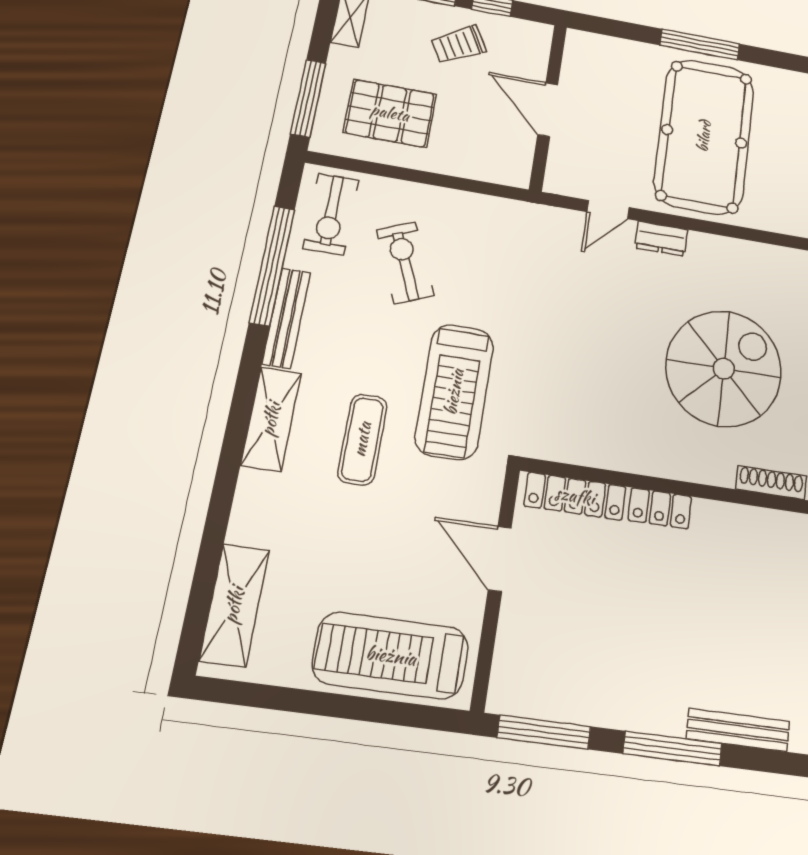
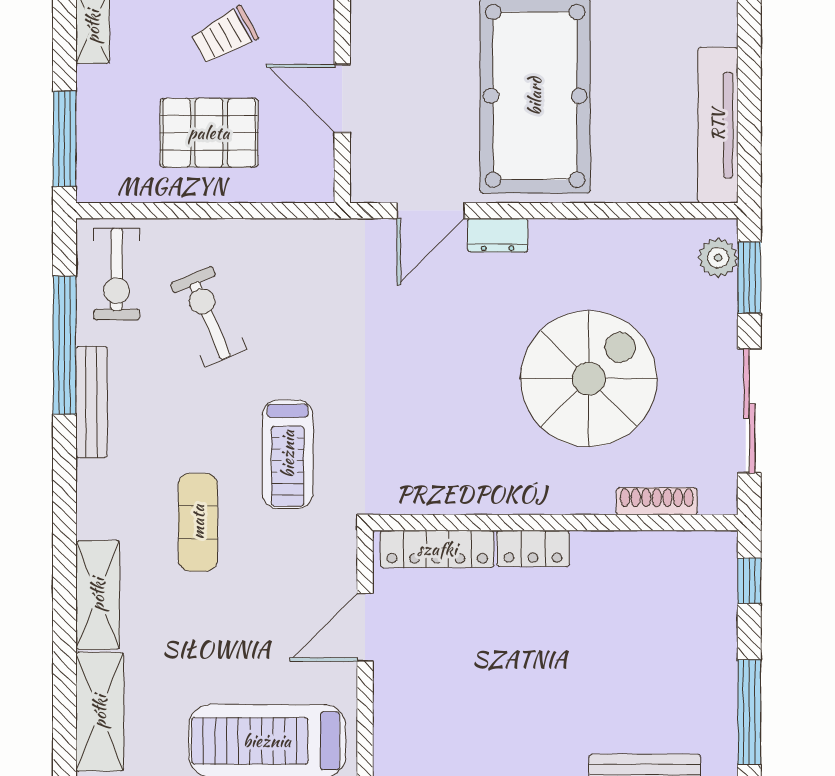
pallet: (390, 113) -> (209, 133), moved
door: (608, 210) -> (431, 211), width x1.38
treadmill: (454, 392) -> (288, 454), width x0.73, depth x0.73
shelving: (271, 419) -> (98, 595), moved
door: (500, 559) -> (365, 627), hinge flipped

